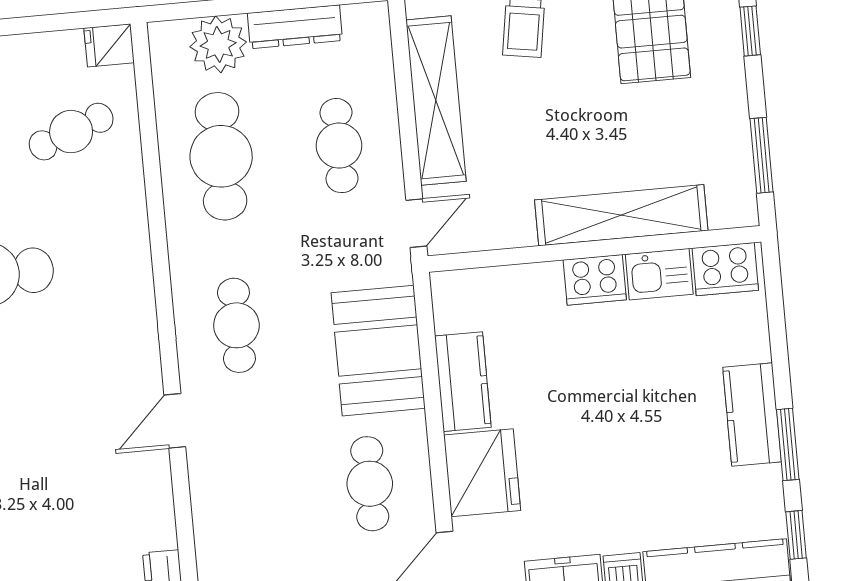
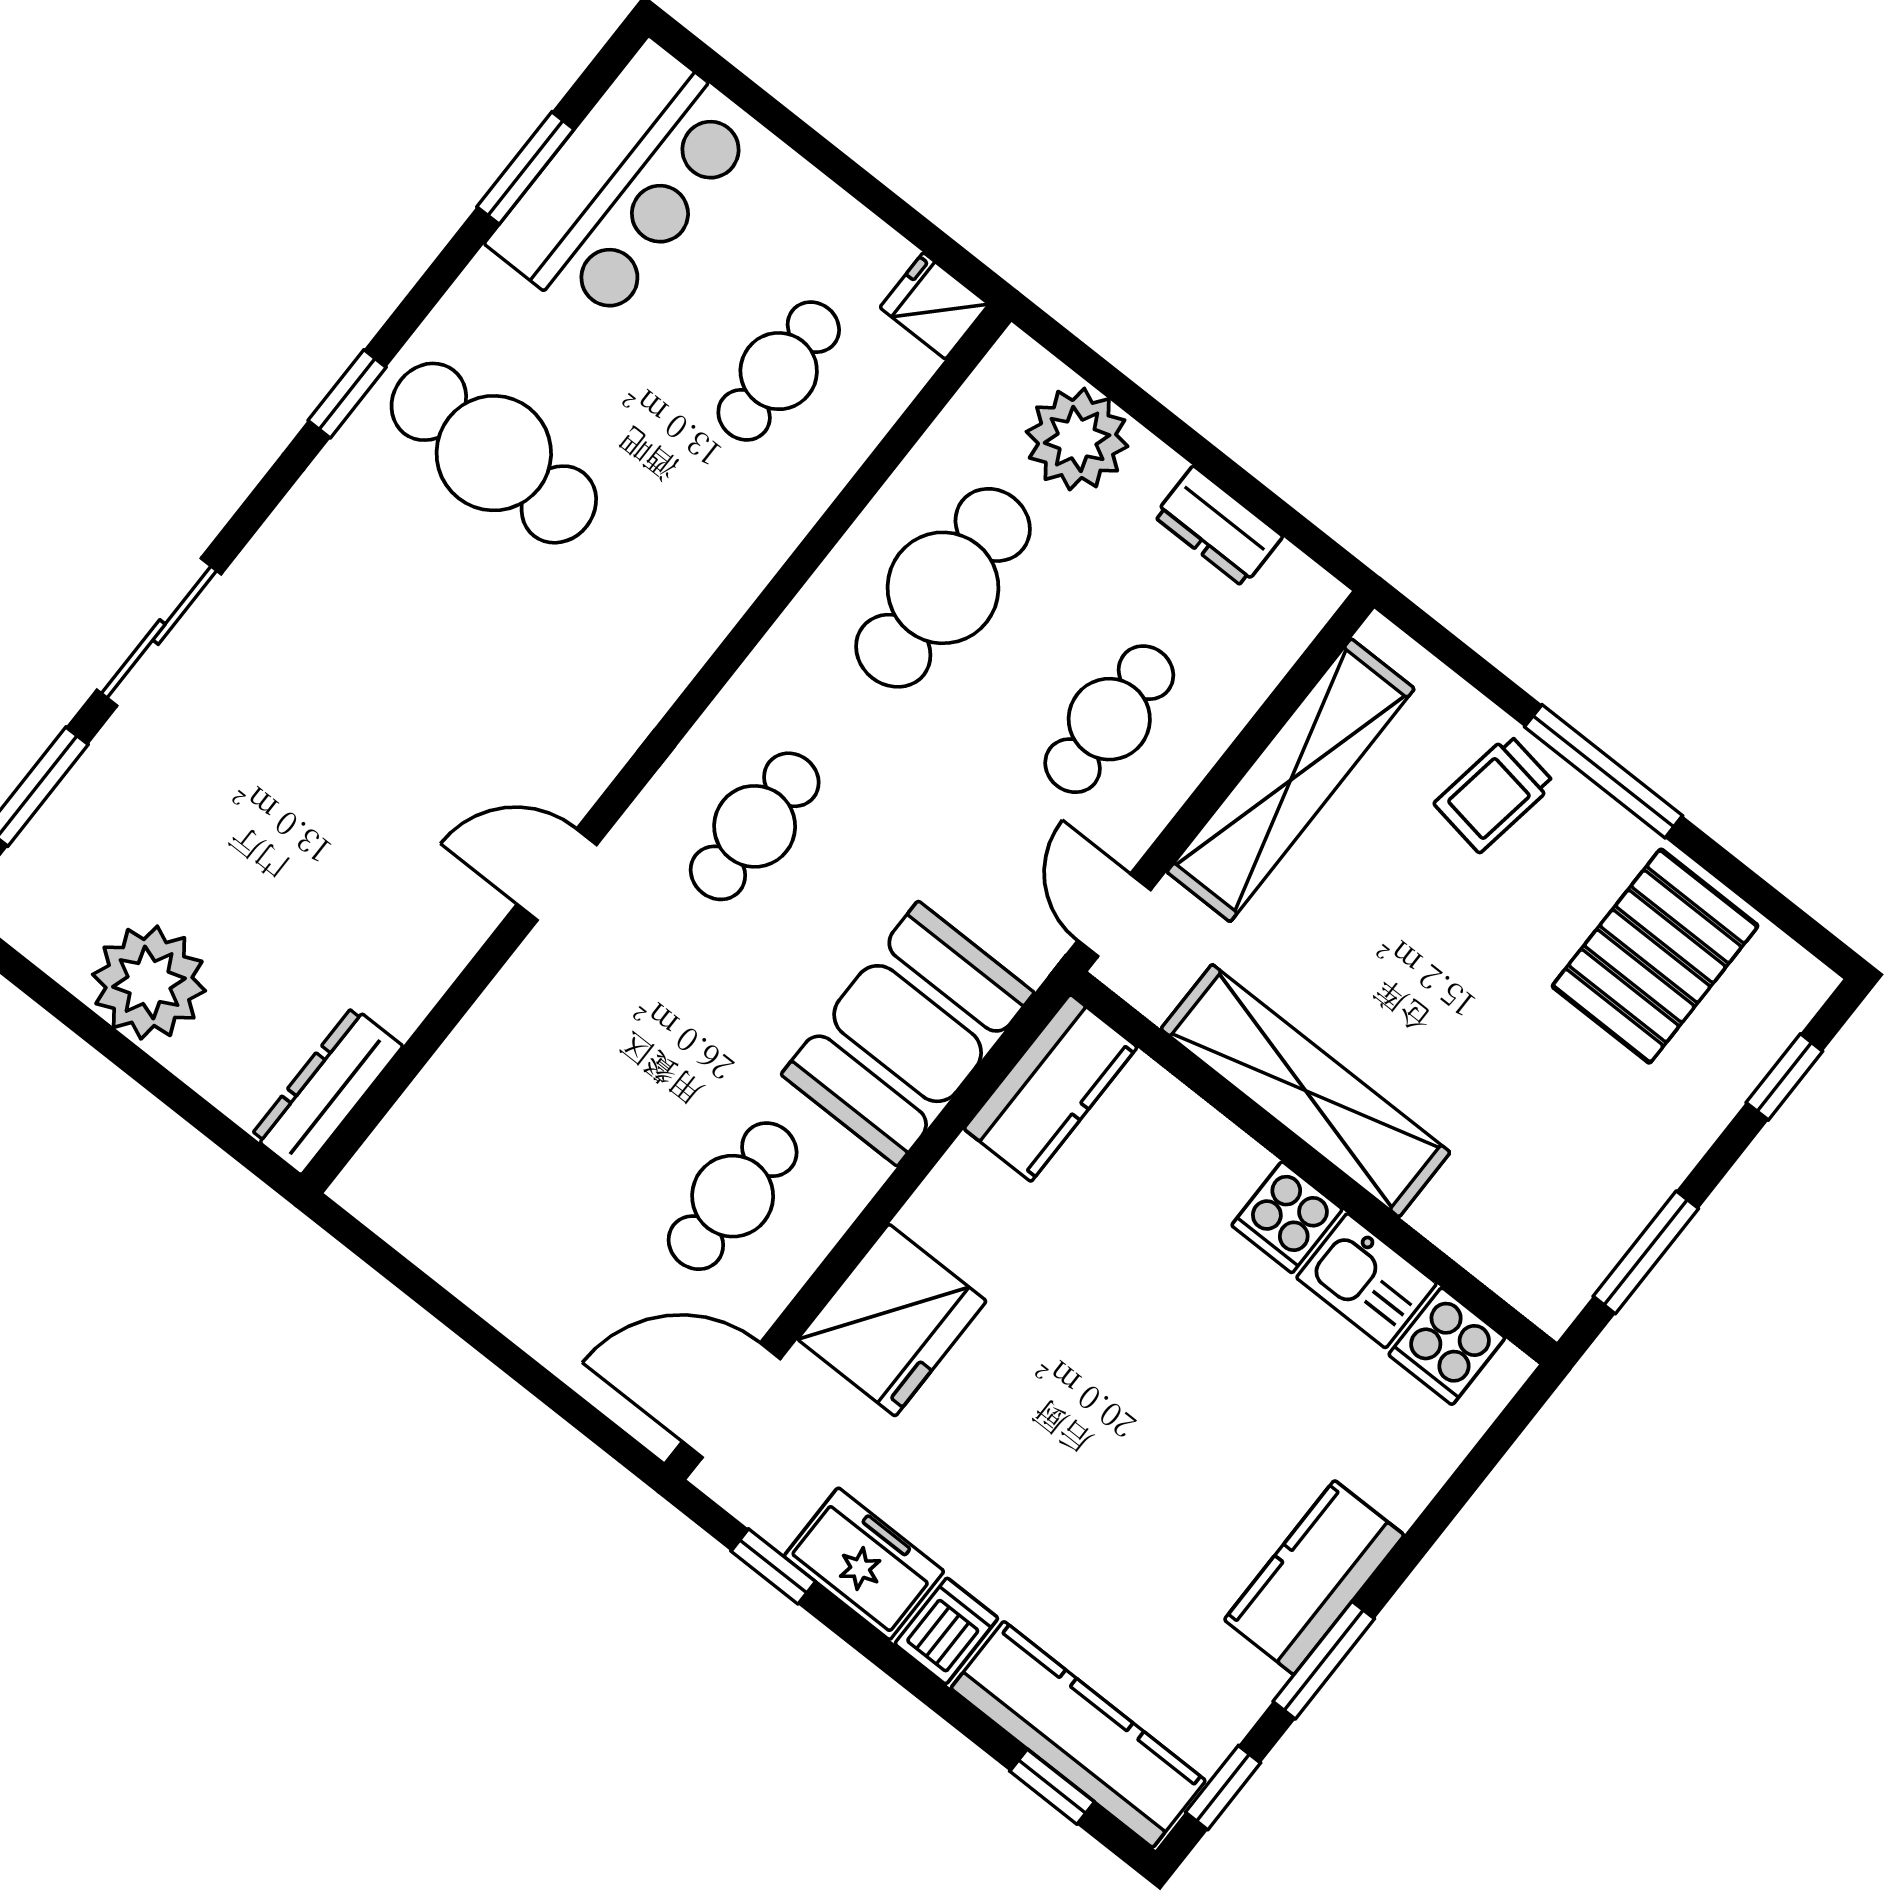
dresser: (295, 27) -> (1218, 526), width x0.70
cafe table: (71, 132) -> (779, 371), turned -69
shelving: (621, 215) -> (1306, 1091), moved
door: (416, 223) -> (1114, 915), swing flipped
cooker: (725, 269) -> (1447, 1346), width x0.73
cooker: (595, 280) -> (1287, 1217), width x0.73
kitchen counter: (463, 382) -> (1051, 1088), moved

